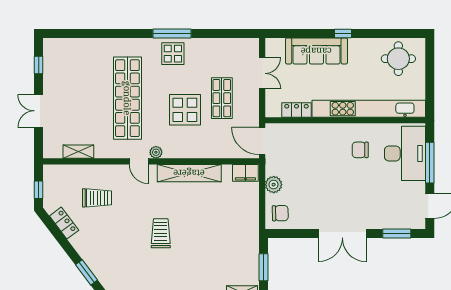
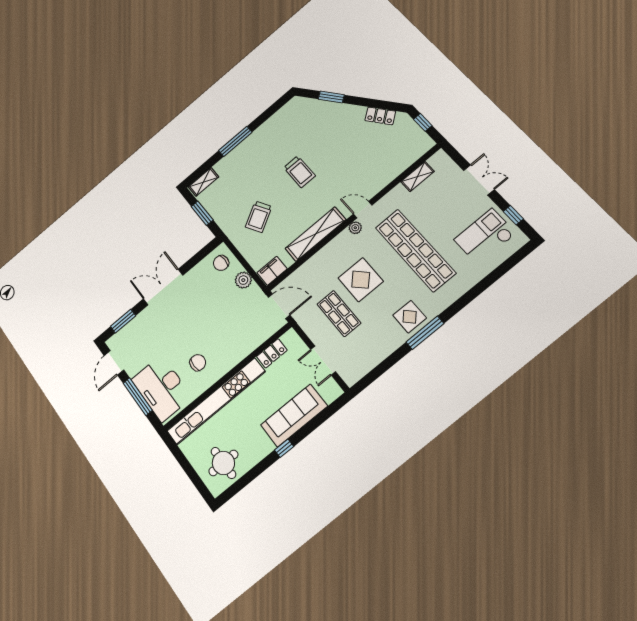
checkout: (71, 67) -> (485, 236), added
trolley: (97, 198) -> (259, 217), moved, turned -30

